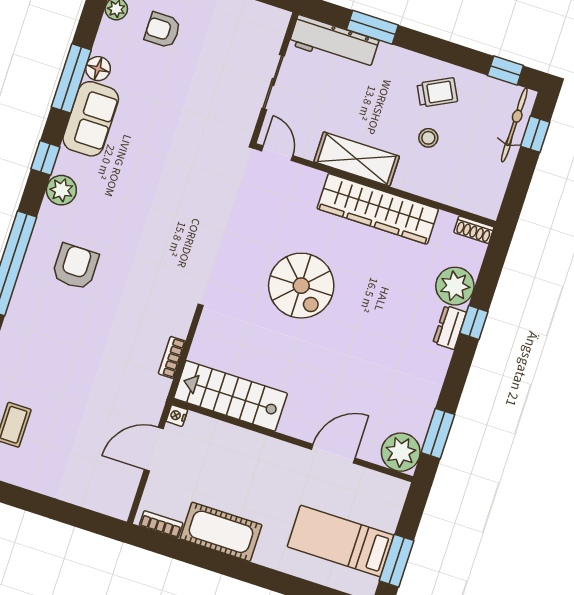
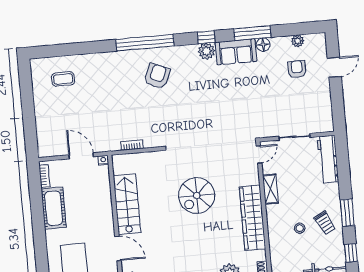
window: (372, 27) -> (347, 213), moved
shelving: (357, 159) -> (270, 189), width x0.67, depth x0.75
plant: (61, 190) -> (207, 51), moved
armchair: (75, 267) -> (157, 76), turned -67
stairs: (230, 396) -> (127, 204), moved

